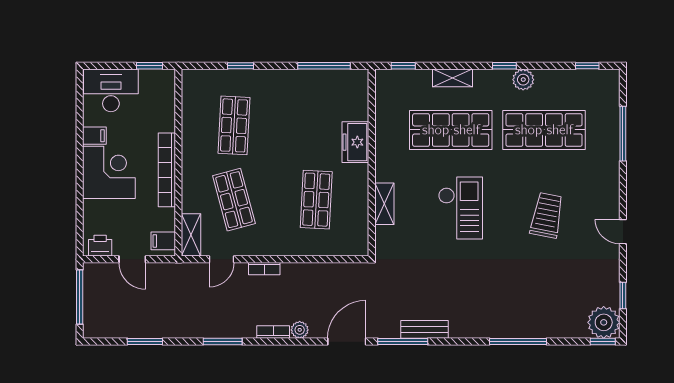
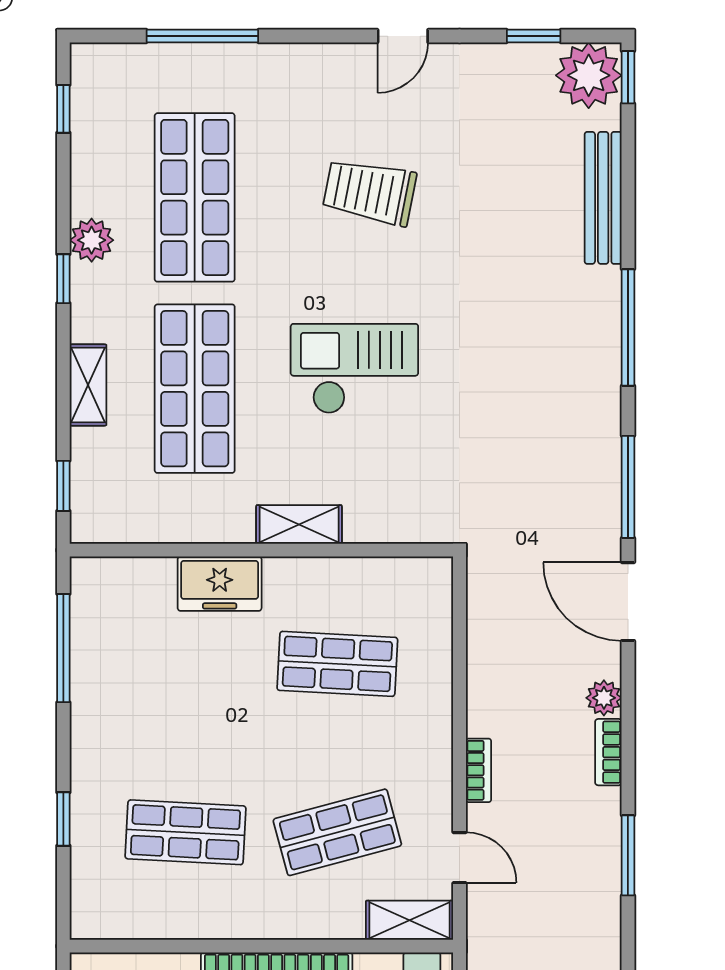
shelving: (384, 204) -> (299, 524), moved
bench: (425, 329) -> (603, 198), moved, width x1.36
window: (518, 342) -> (628, 327), moved

